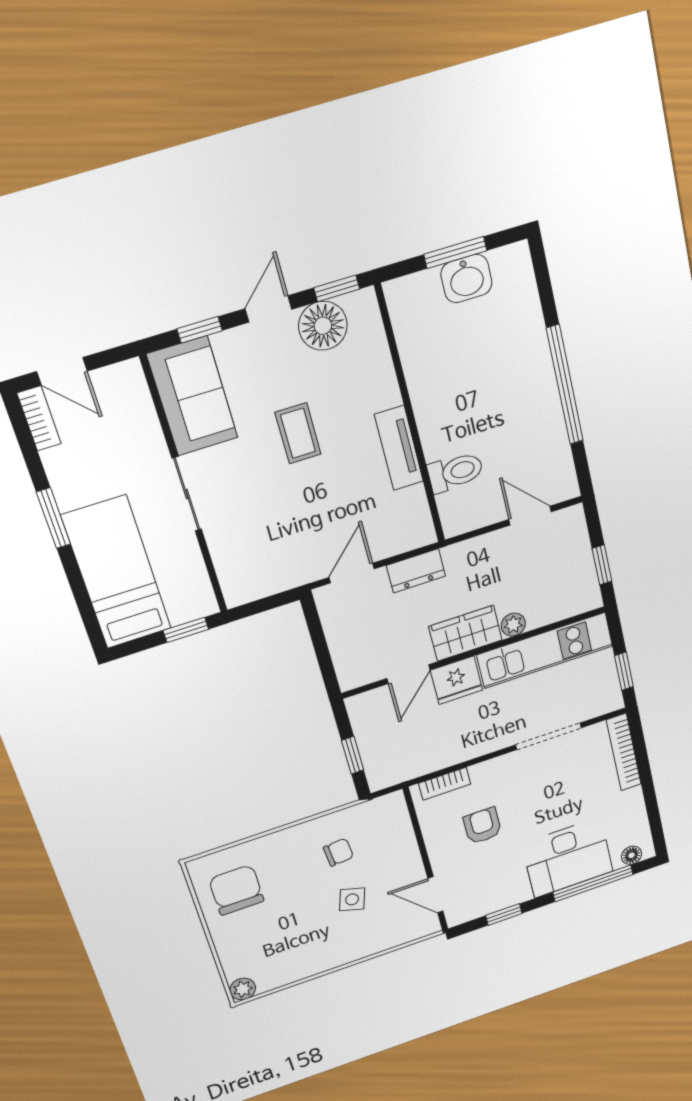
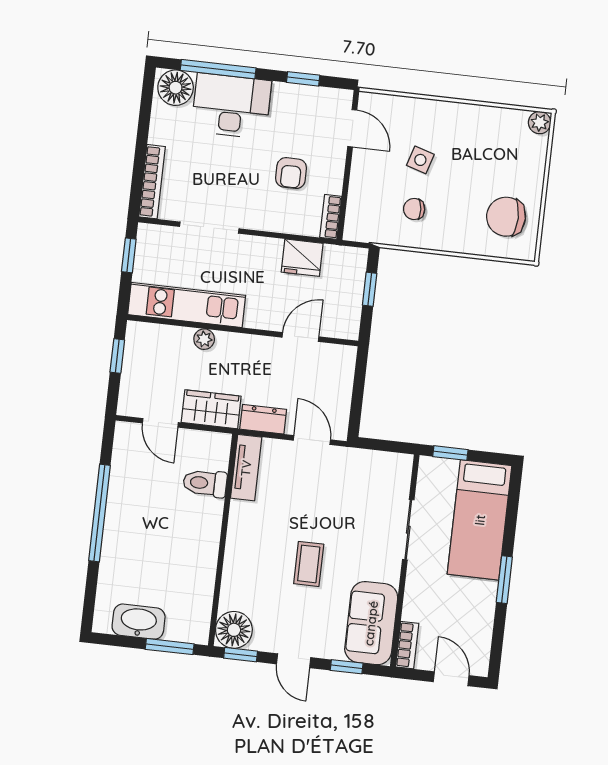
window: (455, 253) -> (170, 647), moved
washbasin: (466, 279) -> (139, 622), width x1.38
door: (268, 309) -> (294, 661), hinge flipped
floor lamp: (323, 326) -> (234, 630), moved
bookcase: (39, 418) -> (407, 645), moved, turned 180
tv unit: (399, 448) -> (246, 468), moved
sliding door: (187, 494) -> (408, 530), moved
door: (352, 573) -> (312, 440), swing flipped
wardrobe: (465, 633) -> (211, 409), moved, turned 180
fridge: (456, 680) -> (302, 258), moved, turned 180
bookcase: (445, 784) -> (331, 217), moved, turned -90
floor lamp: (632, 855) -> (176, 88), width x1.89, depth x1.89
chair: (236, 890) -> (506, 217), turned 90

